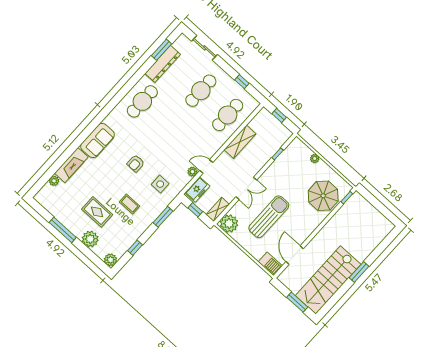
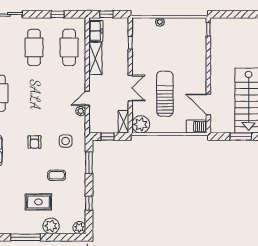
freezer: (197, 189) -> (96, 31), moved
parasol: (323, 196) -> (190, 43), removed

